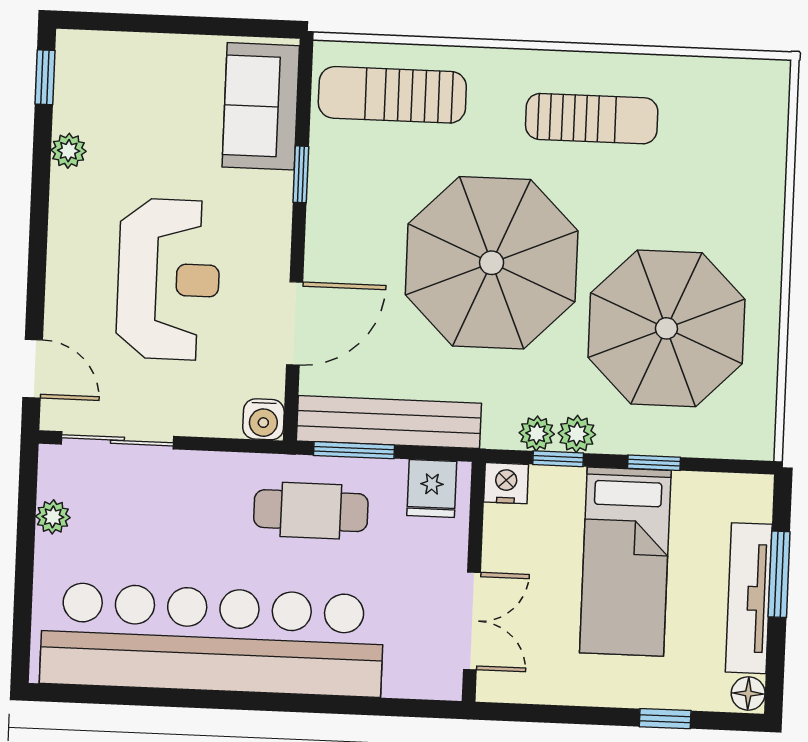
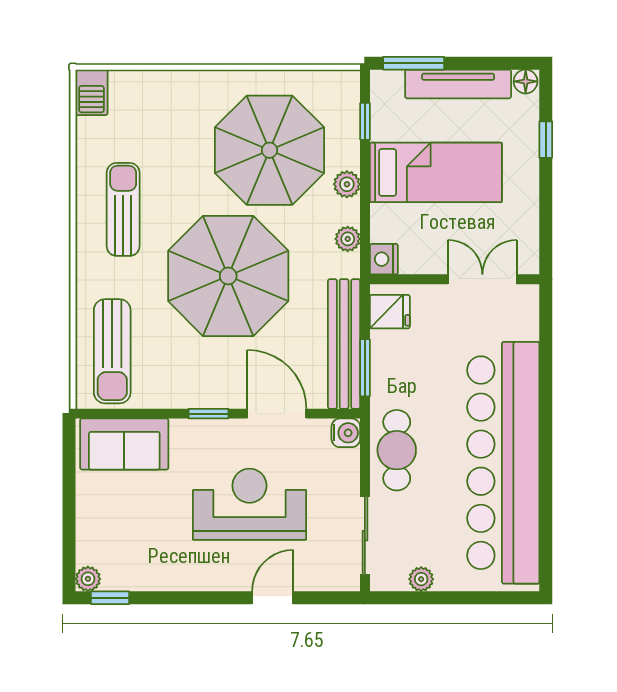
barbecue: (759, 81) -> (91, 92), added
plant: (69, 151) -> (88, 579), moved
window: (301, 174) -> (209, 414), moved
door: (33, 369) -> (273, 598), moved
plant: (577, 434) -> (347, 184), moved
window: (558, 459) -> (365, 223), removed
window: (654, 463) -> (365, 121), moved
cafe table: (311, 511) -> (397, 450), moved
window: (779, 574) -> (414, 63), moved

